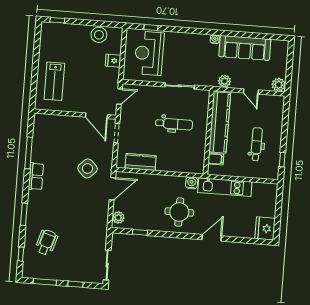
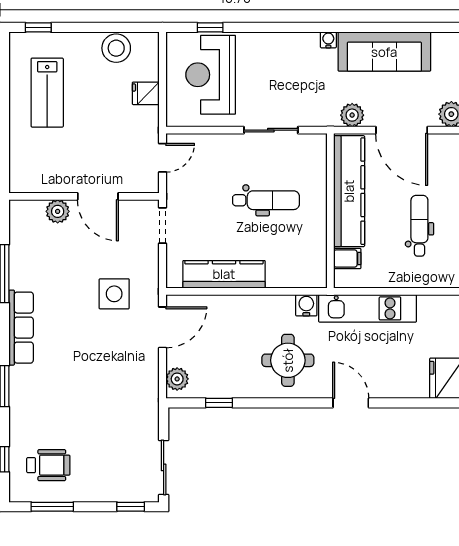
lab bench: (54, 81) -> (47, 93), moved
door: (251, 91) -> (402, 130), width x1.88
door: (96, 116) -> (98, 196), moved
plant: (60, 121) -> (58, 211), added
kitchen counter: (141, 162) -> (224, 274), width x1.50
side table: (87, 169) -> (114, 294), turned 45
row of seats: (36, 176) -> (21, 328), width x1.48
door: (212, 238) -> (351, 403), hinge flipped
wheelchair: (46, 242) -> (48, 465), moved, turned 73
window: (75, 284) -> (131, 507), moved

